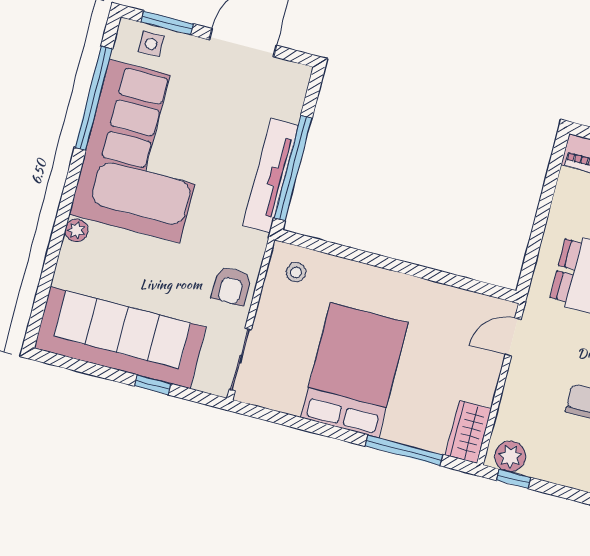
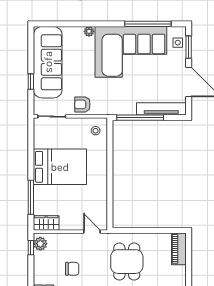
tv unit: (270, 176) -> (161, 109), moved

